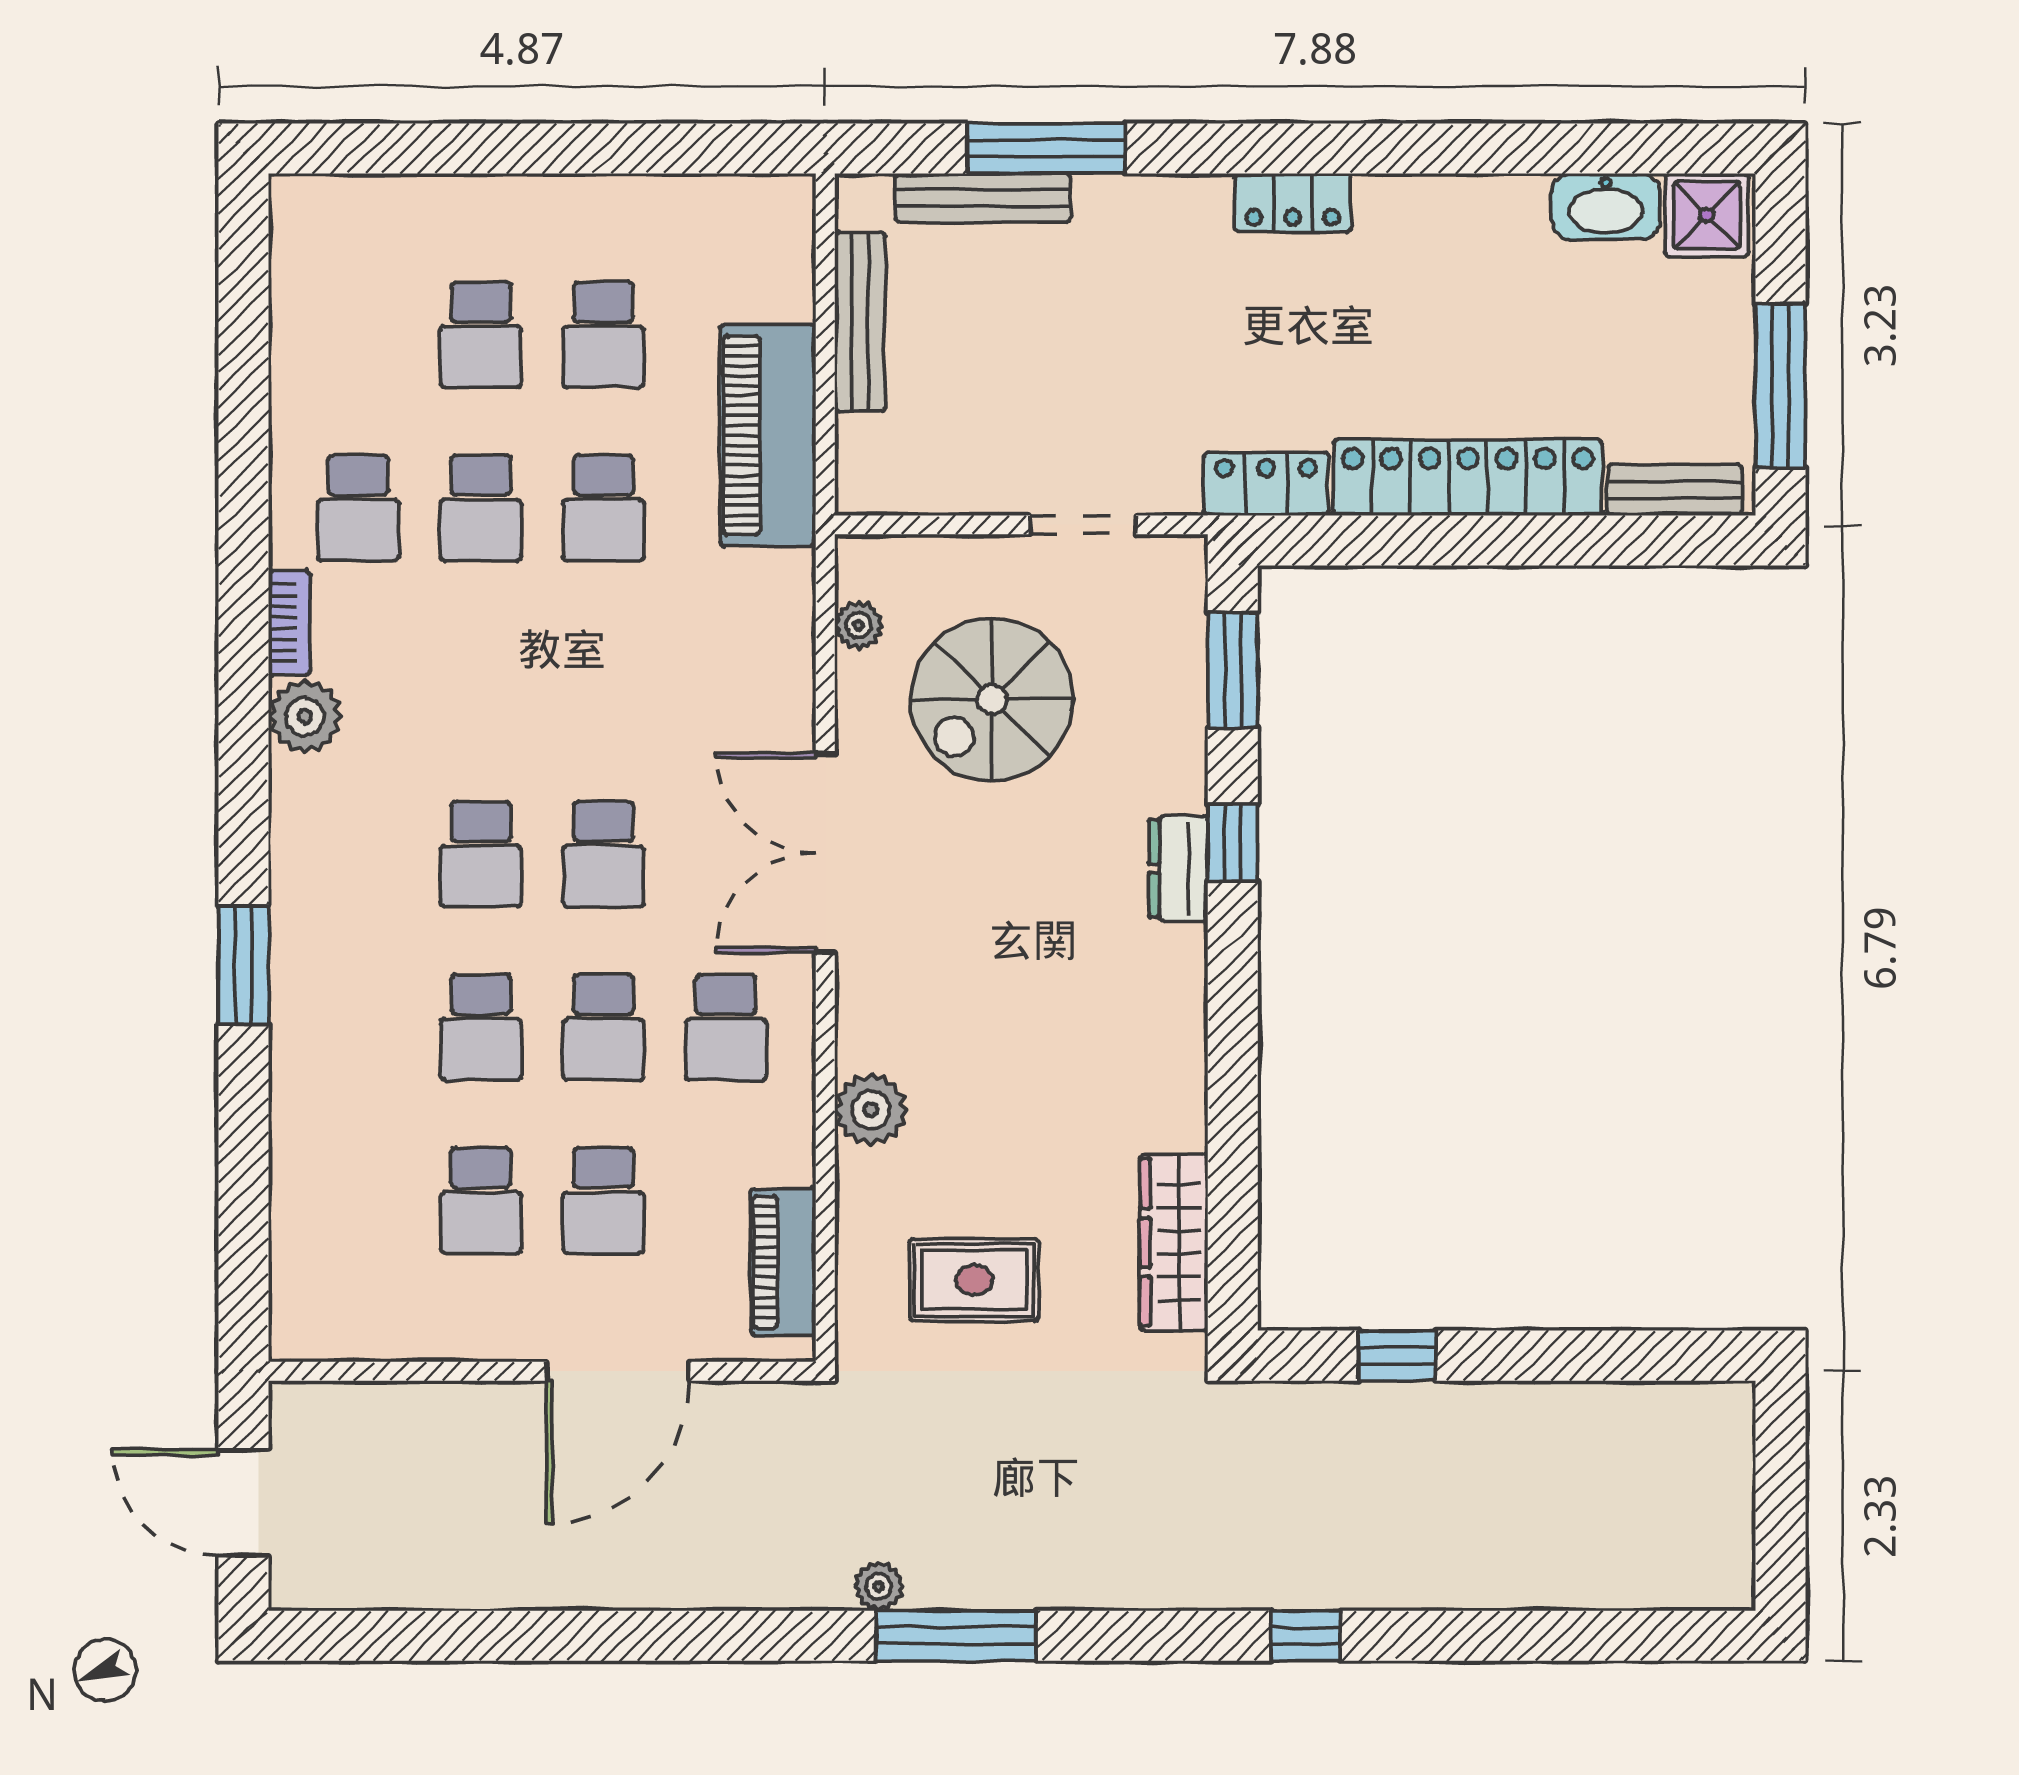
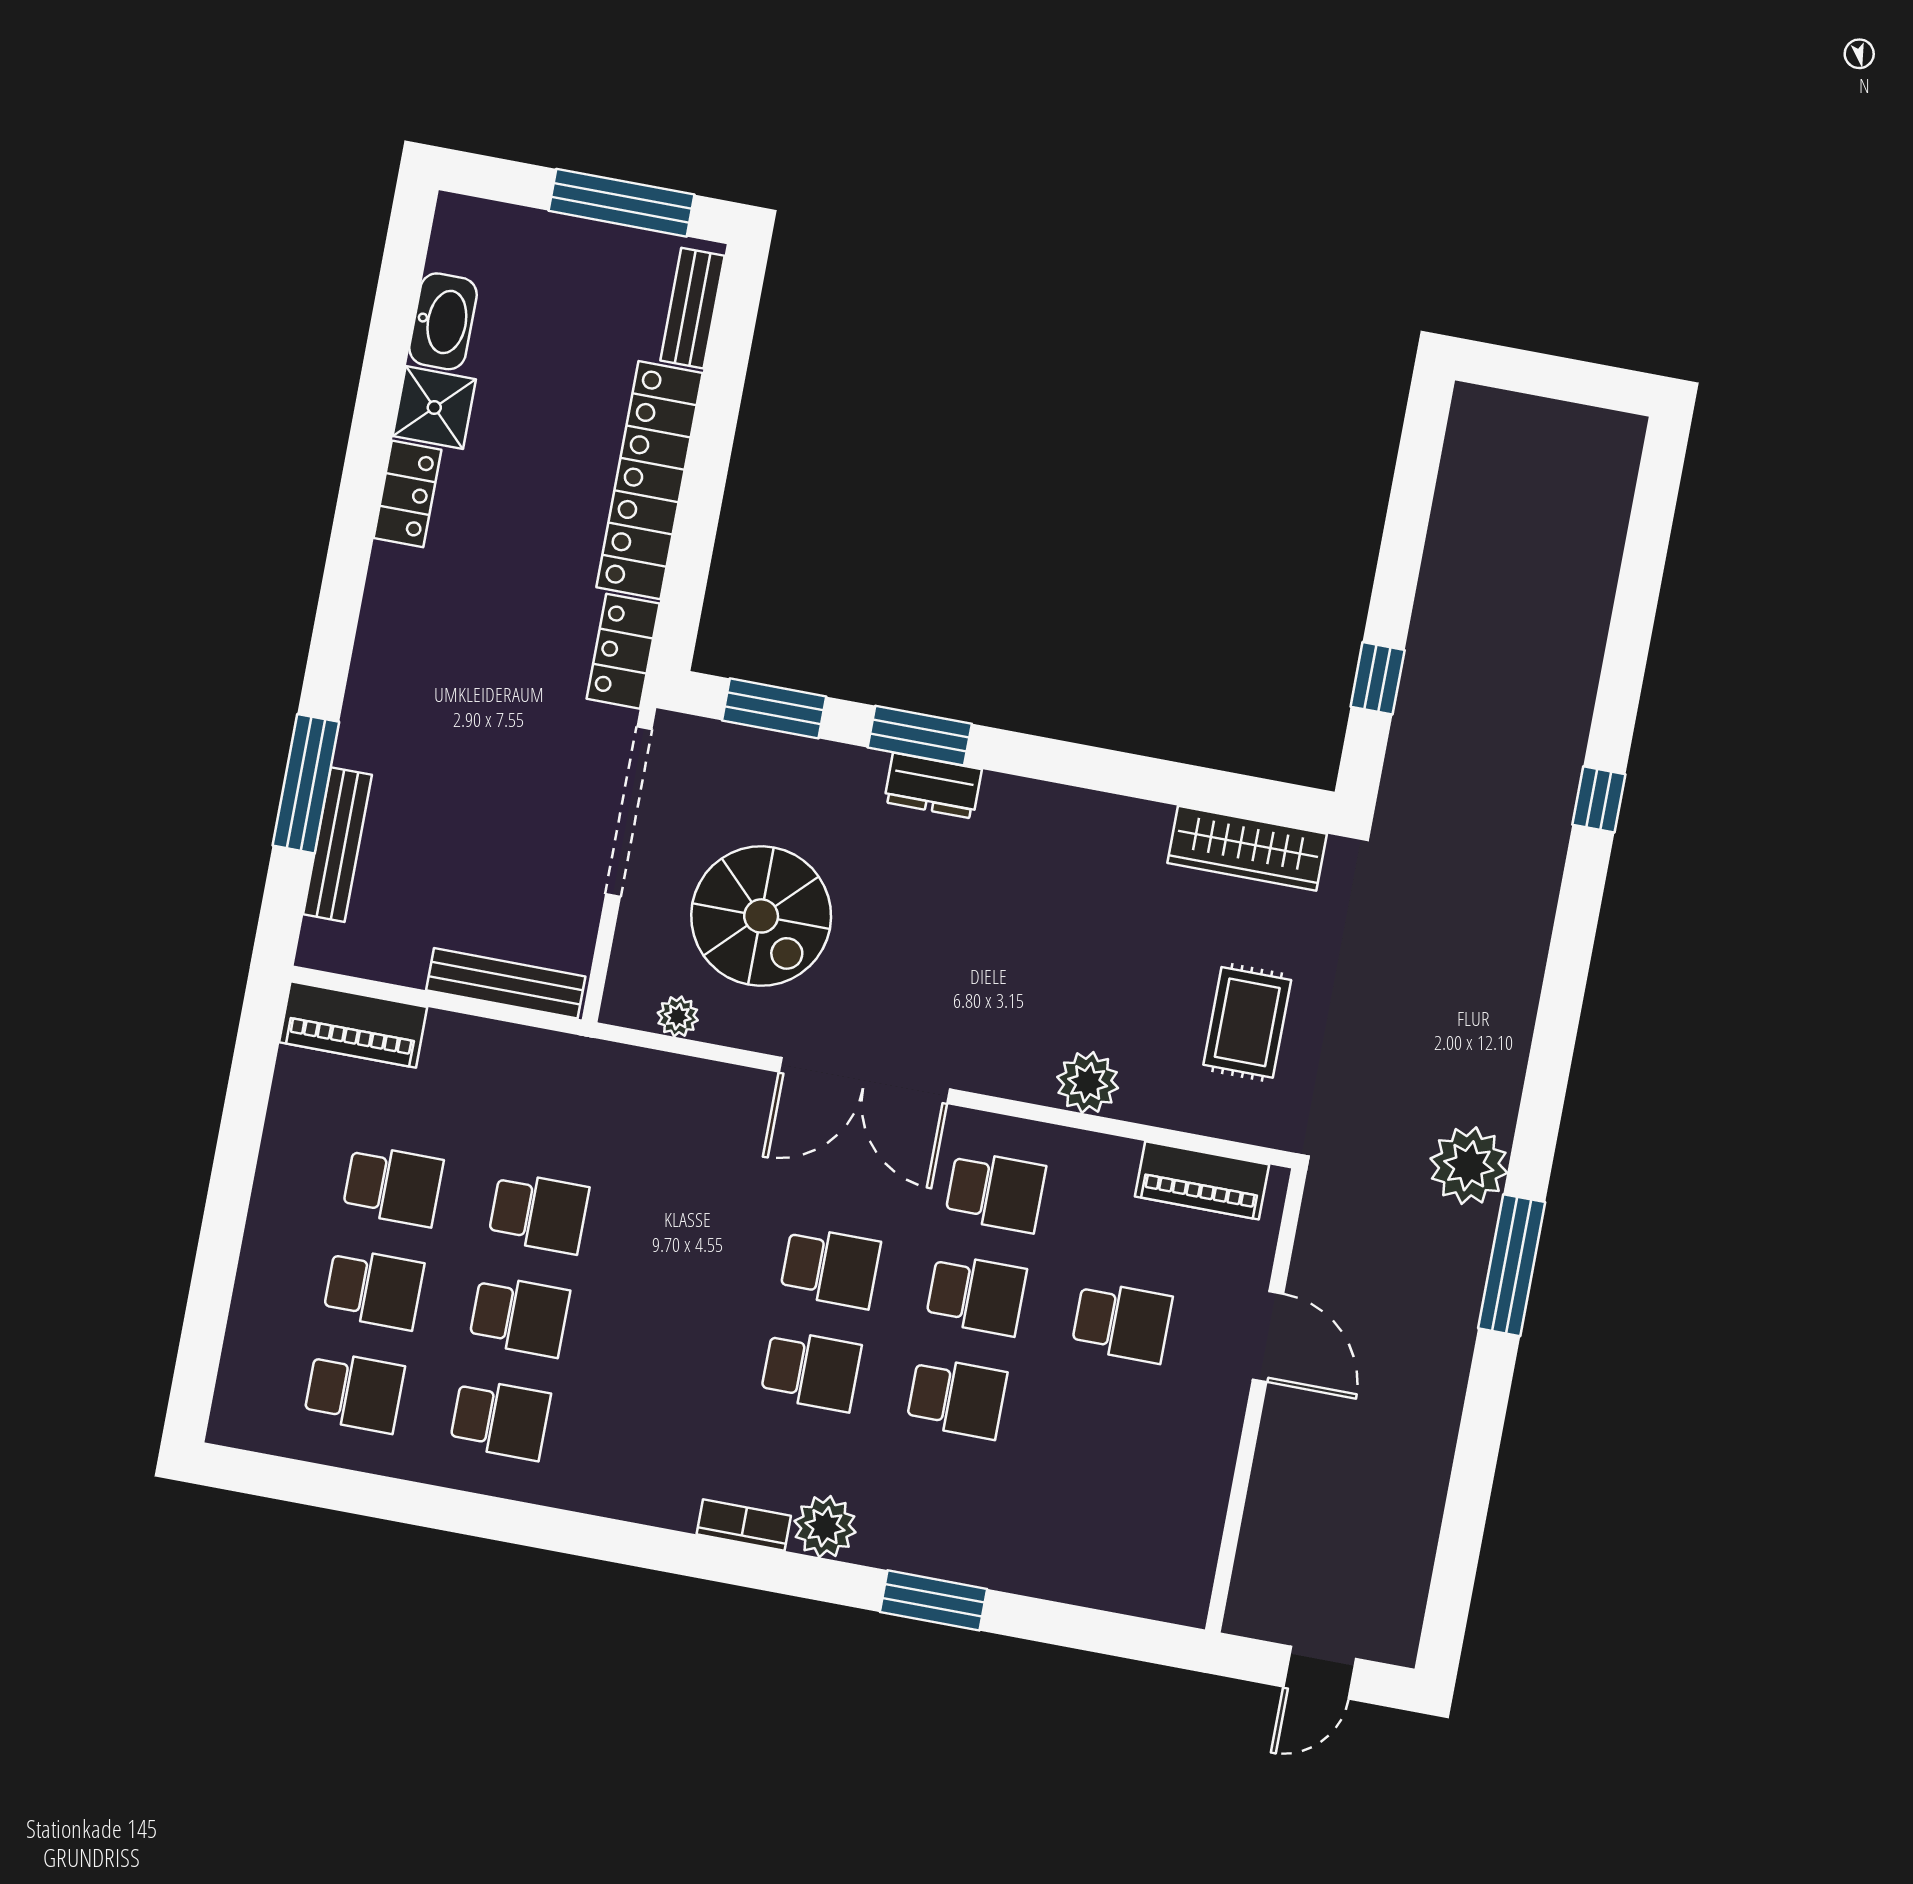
locker: (1293, 203) -> (407, 494), moved
shower: (1707, 215) -> (434, 408), moved
bench: (860, 322) -> (506, 983), moved
piano: (768, 435) -> (353, 1025), moved, width x0.73, depth x0.75
doorway: (1083, 525) -> (629, 812), width x1.88
bookcase: (289, 623) -> (744, 1525), moved
plant: (305, 717) -> (825, 1527), moved
window: (1233, 843) -> (920, 736), width x1.50
window: (243, 965) -> (933, 1600), moved
school desk: (481, 1201) -> (354, 1392), moved
door: (618, 1371) -> (1268, 1337), width x0.73
door: (243, 1503) -> (1320, 1673), width x0.73
plant: (879, 1586) -> (1469, 1166), width x1.87, depth x1.87
window: (956, 1636) -> (1512, 1265), moved

